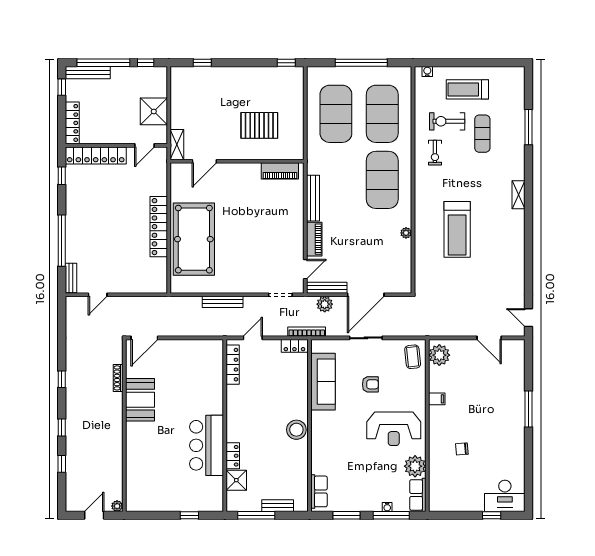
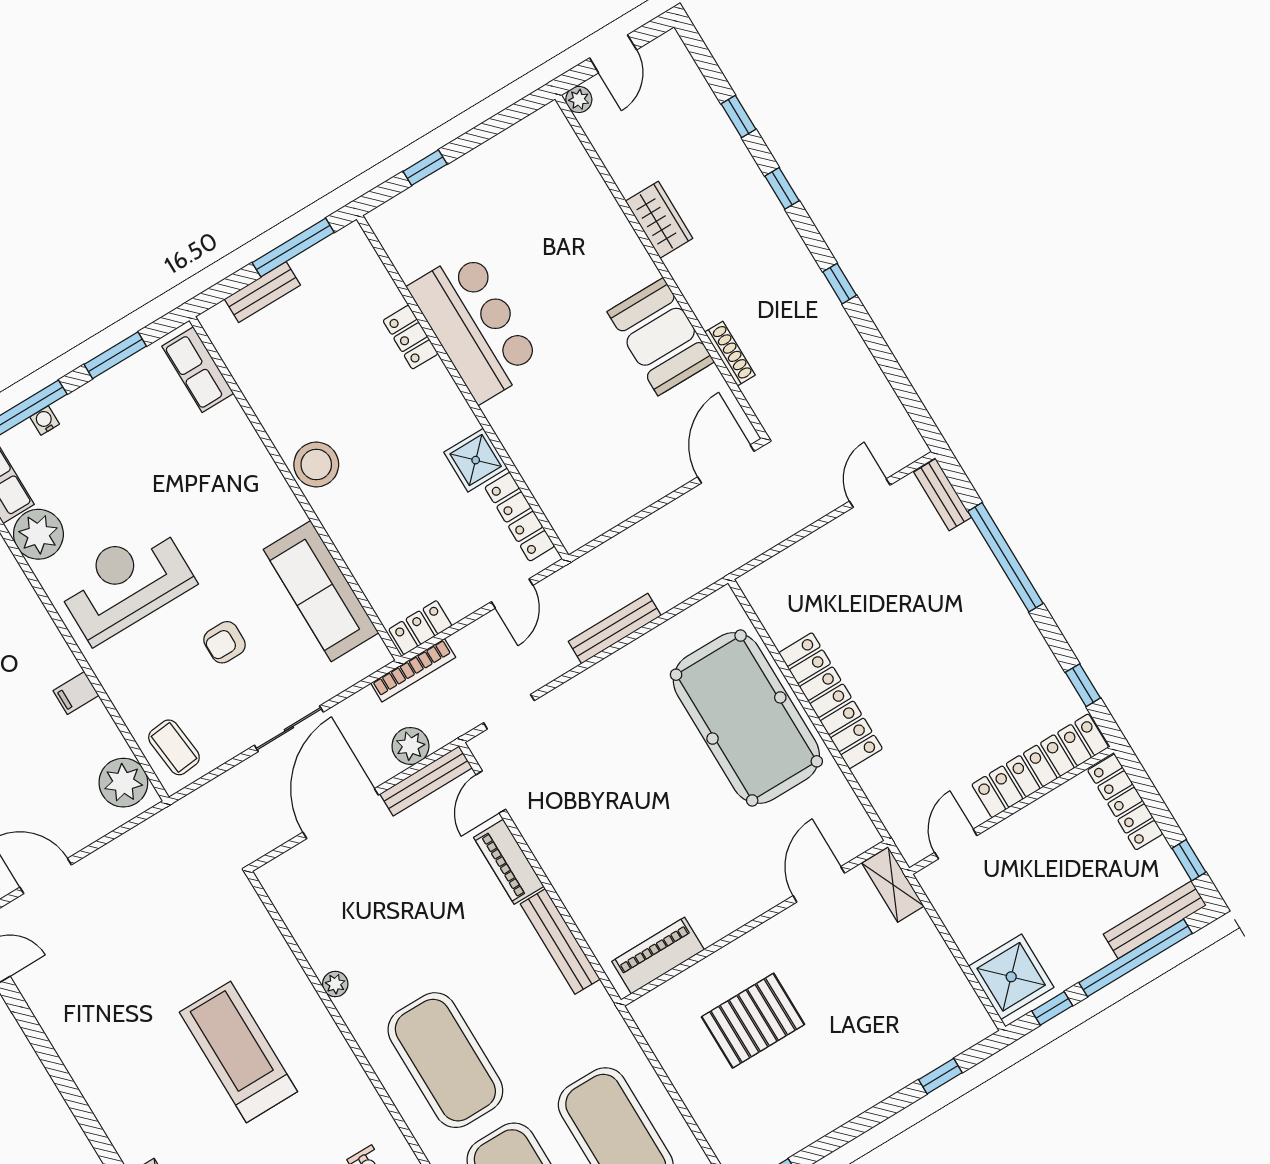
shower: (154, 111) -> (1011, 977), moved
wardrobe: (114, 443) -> (659, 220), added
shower: (236, 480) -> (476, 460), moved

